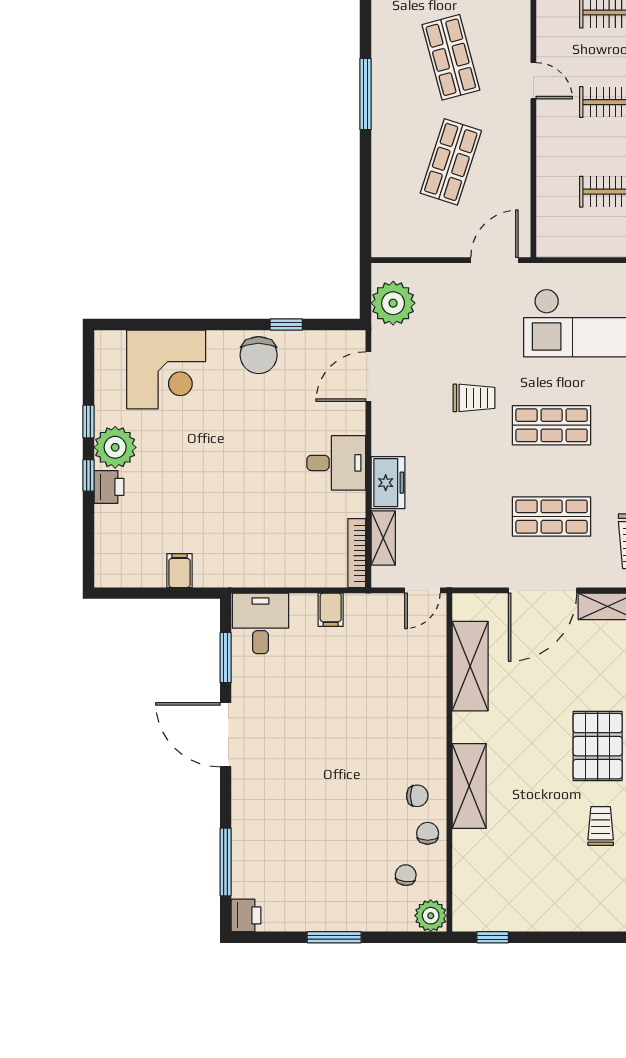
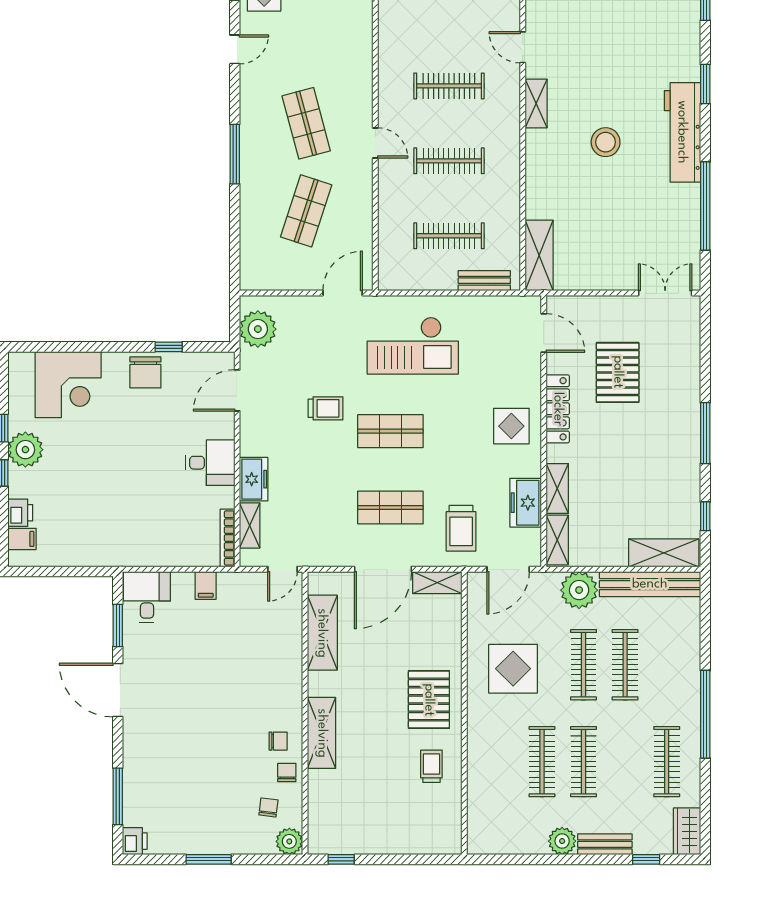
printer: (109, 487) -> (20, 513), moved
filing cabinet: (179, 571) -> (22, 539), moved, turned 90

